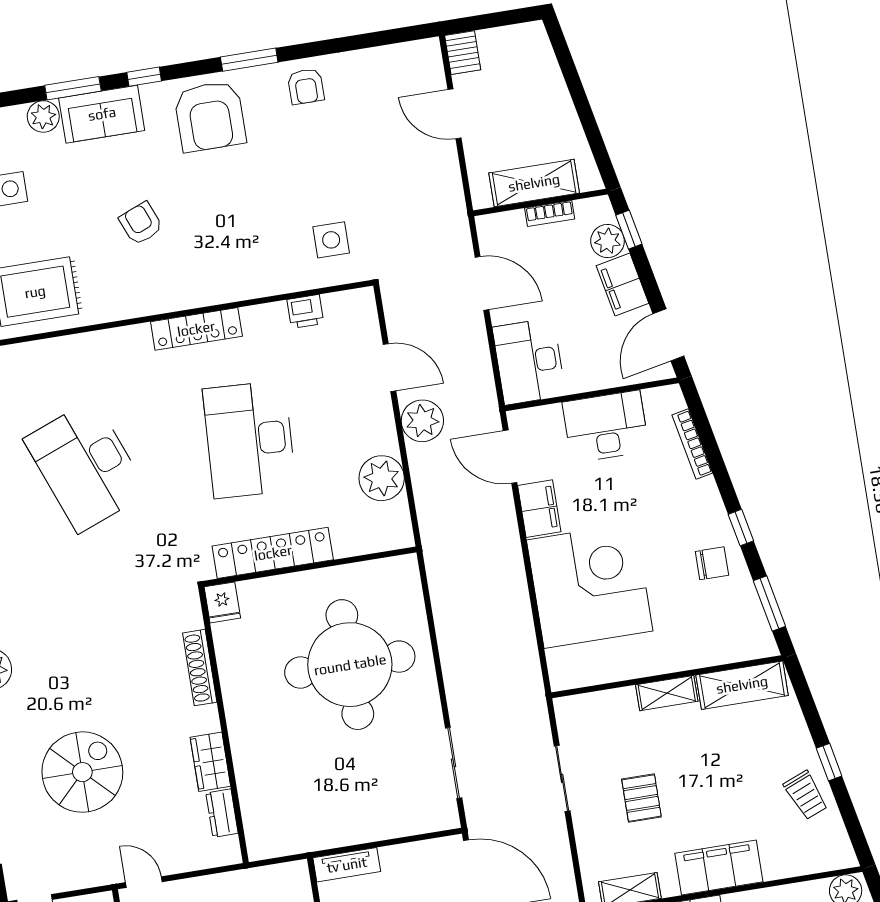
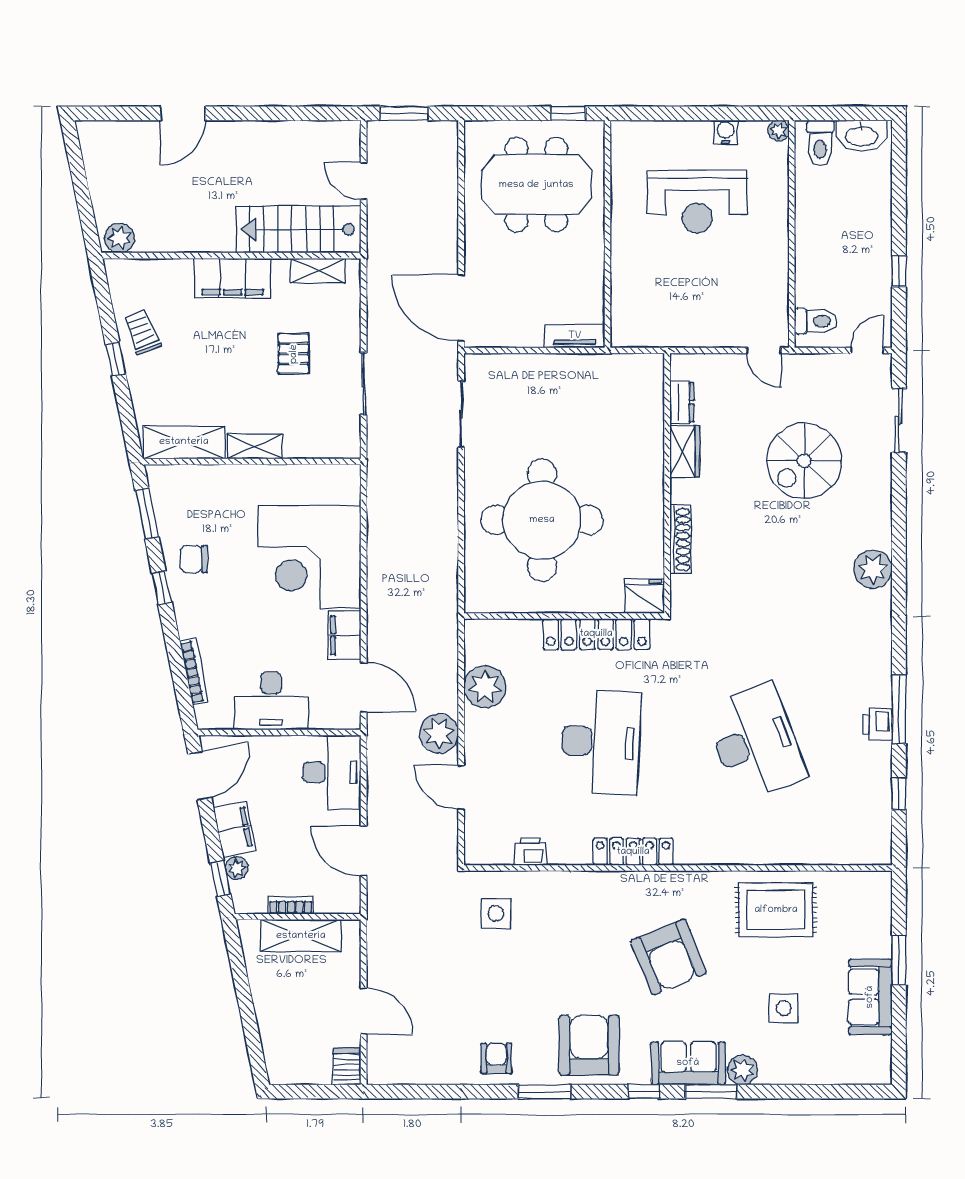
armchair: (141, 223) -> (669, 957), width x1.88, depth x1.88
plant: (608, 241) -> (237, 868), width x0.73, depth x0.73
fridge: (222, 602) -> (645, 596), width x1.38

